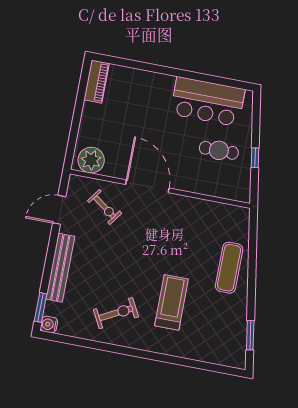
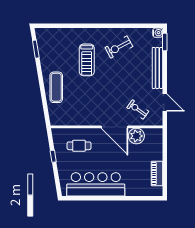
piano: (96, 82) -> (157, 173), moved
bar counter: (208, 102) -> (96, 184), width x1.36
cafe table: (219, 150) -> (79, 146), moved
plant: (91, 160) -> (136, 136), moved
door: (59, 210) -> (165, 103), hinge flipped

